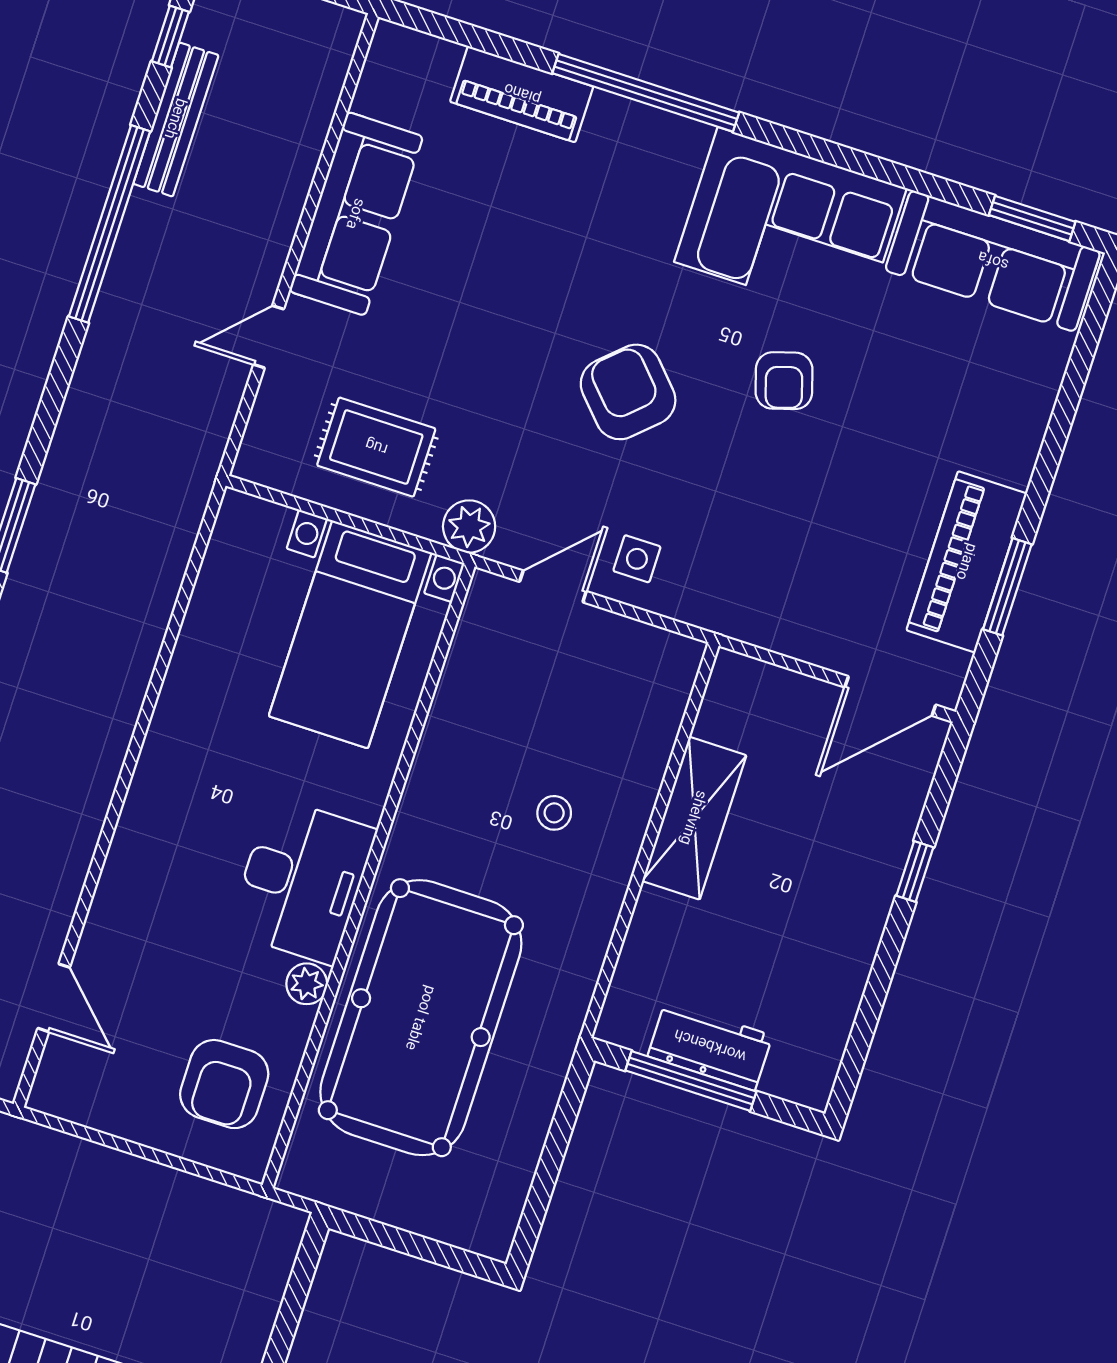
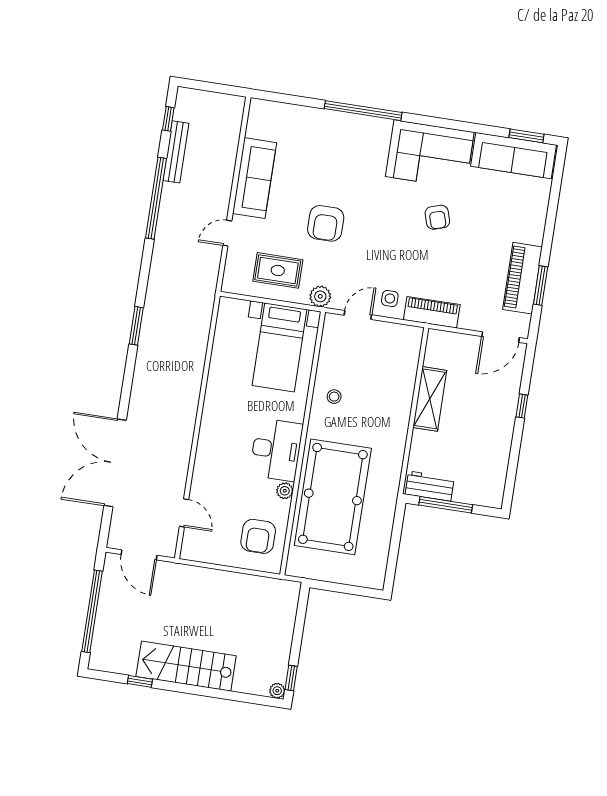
piano: (522, 94) -> (432, 312), moved, turned 180
armchair: (628, 392) -> (326, 223), moved, turned -137
stool: (554, 813) -> (334, 397), moved
workbench: (710, 1046) -> (430, 486), moved

